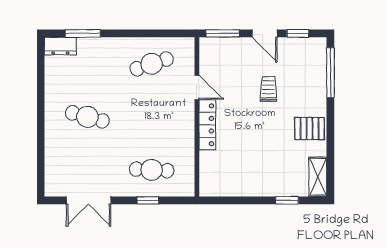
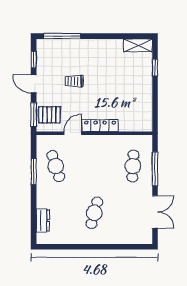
window: (83, 33) -> (34, 172), moved
door: (265, 33) -> (34, 84), swing flipped
dresser: (60, 46) -> (43, 220), moved
pallet: (309, 128) -> (49, 115), moved, turned 90
window: (148, 200) -> (155, 169), width x2.17

